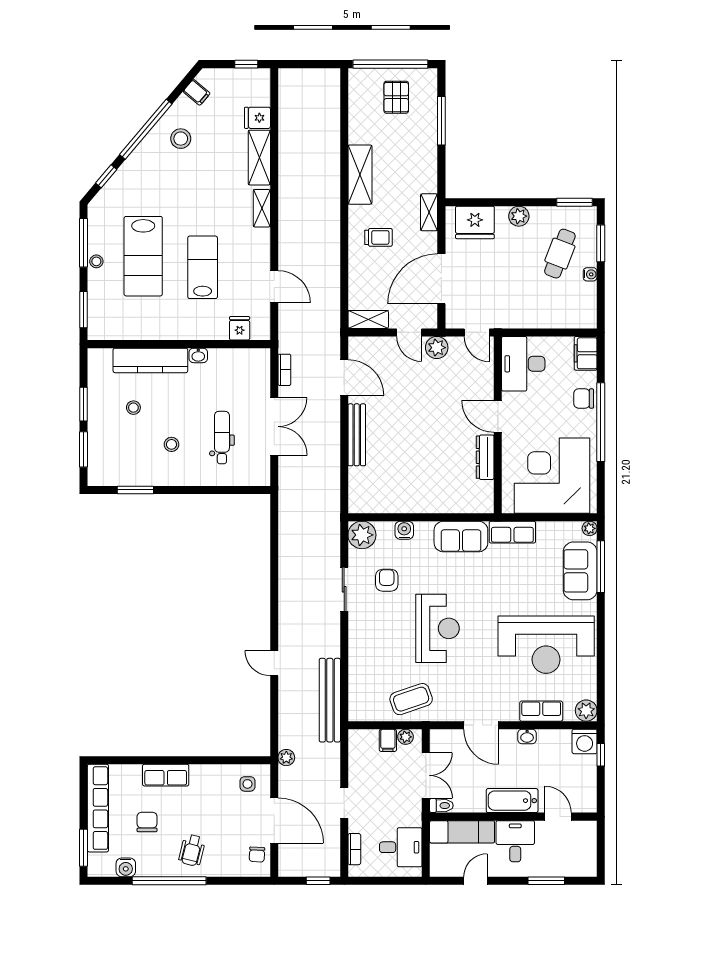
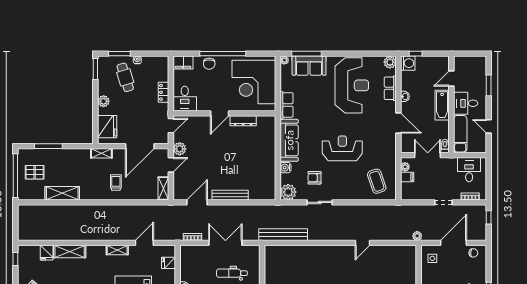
shelving: (360, 175) -> (62, 193), moved
shelving: (262, 208) -> (117, 250), moved
cafe table: (560, 254) -> (125, 77), turned 52
door: (441, 279) -> (140, 146), hinge flipped
locker: (534, 320) -> (164, 92), added
desk: (523, 364) -> (185, 99), width x0.73
sofa: (461, 537) -> (289, 140), width x1.36
coffee table: (411, 699) -> (377, 181), moved
bench: (330, 700) -> (283, 235), moved
door: (481, 725) -> (398, 123), hinge flipped

